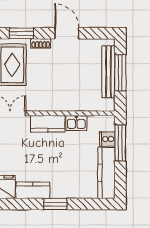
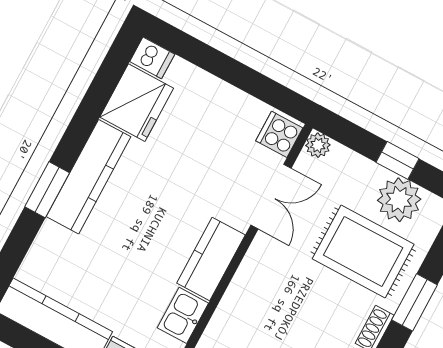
kitchen counter: (33, 190) -> (89, 177), width x1.50

